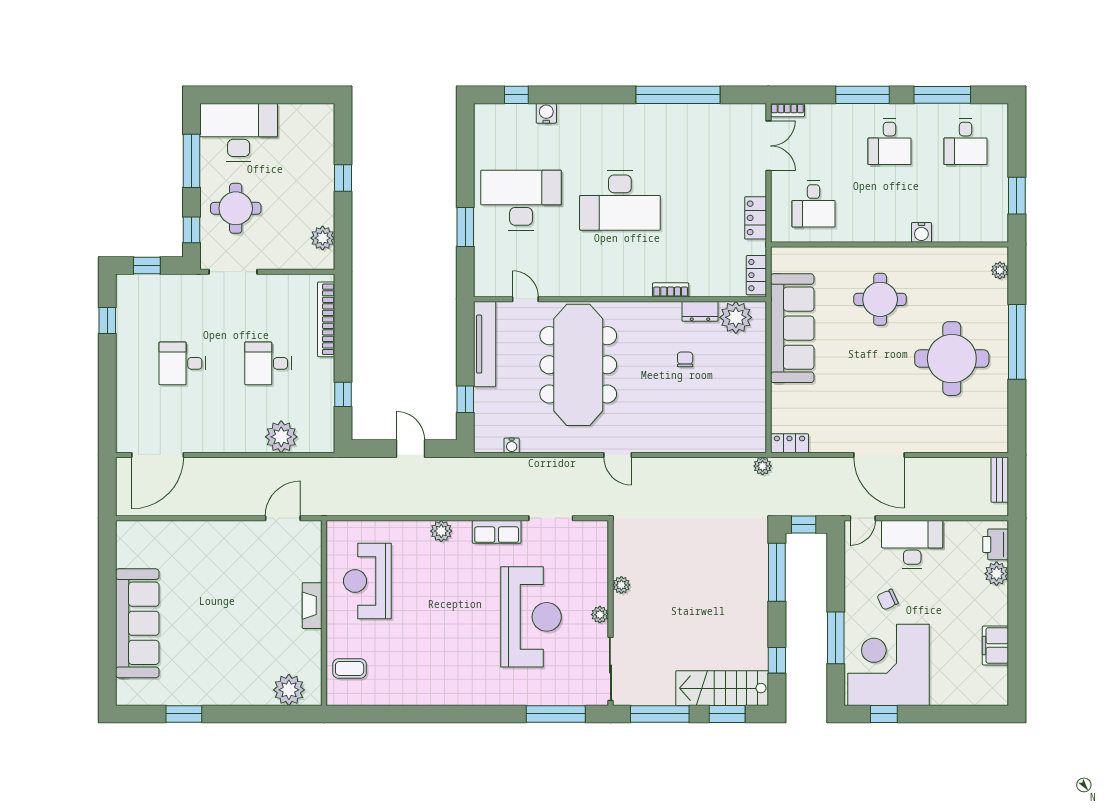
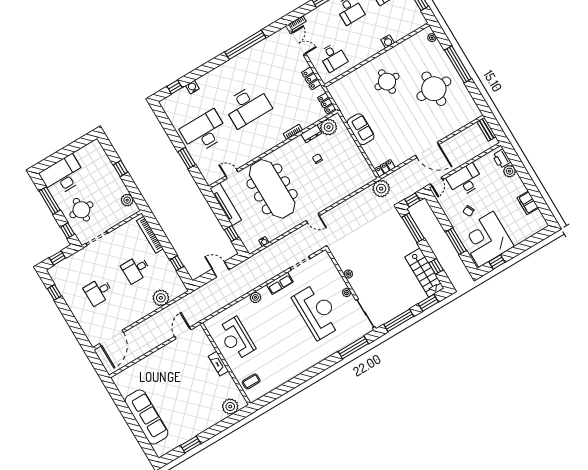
sofa: (792, 328) -> (361, 129), width x0.54, depth x0.79
plant: (763, 466) -> (381, 189), width x1.88, depth x1.88
stairs: (722, 688) -> (424, 273), moved, turned -90

